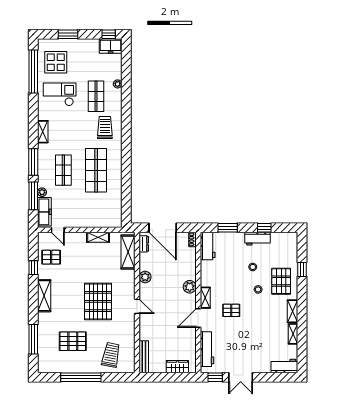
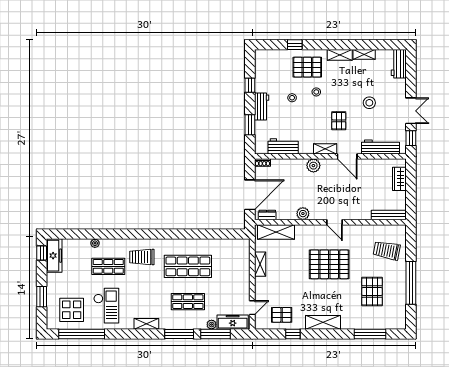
freezer: (111, 46) -> (54, 256), width x1.40
checkout: (60, 94) -> (106, 306), turned 180
workbench: (257, 239) -> (262, 106), moved
workbench: (208, 246) -> (283, 146), moved
pallet: (51, 257) -> (282, 315), turned 90
door: (137, 306) -> (334, 222), swing flipped
stool: (248, 339) -> (369, 103), added

